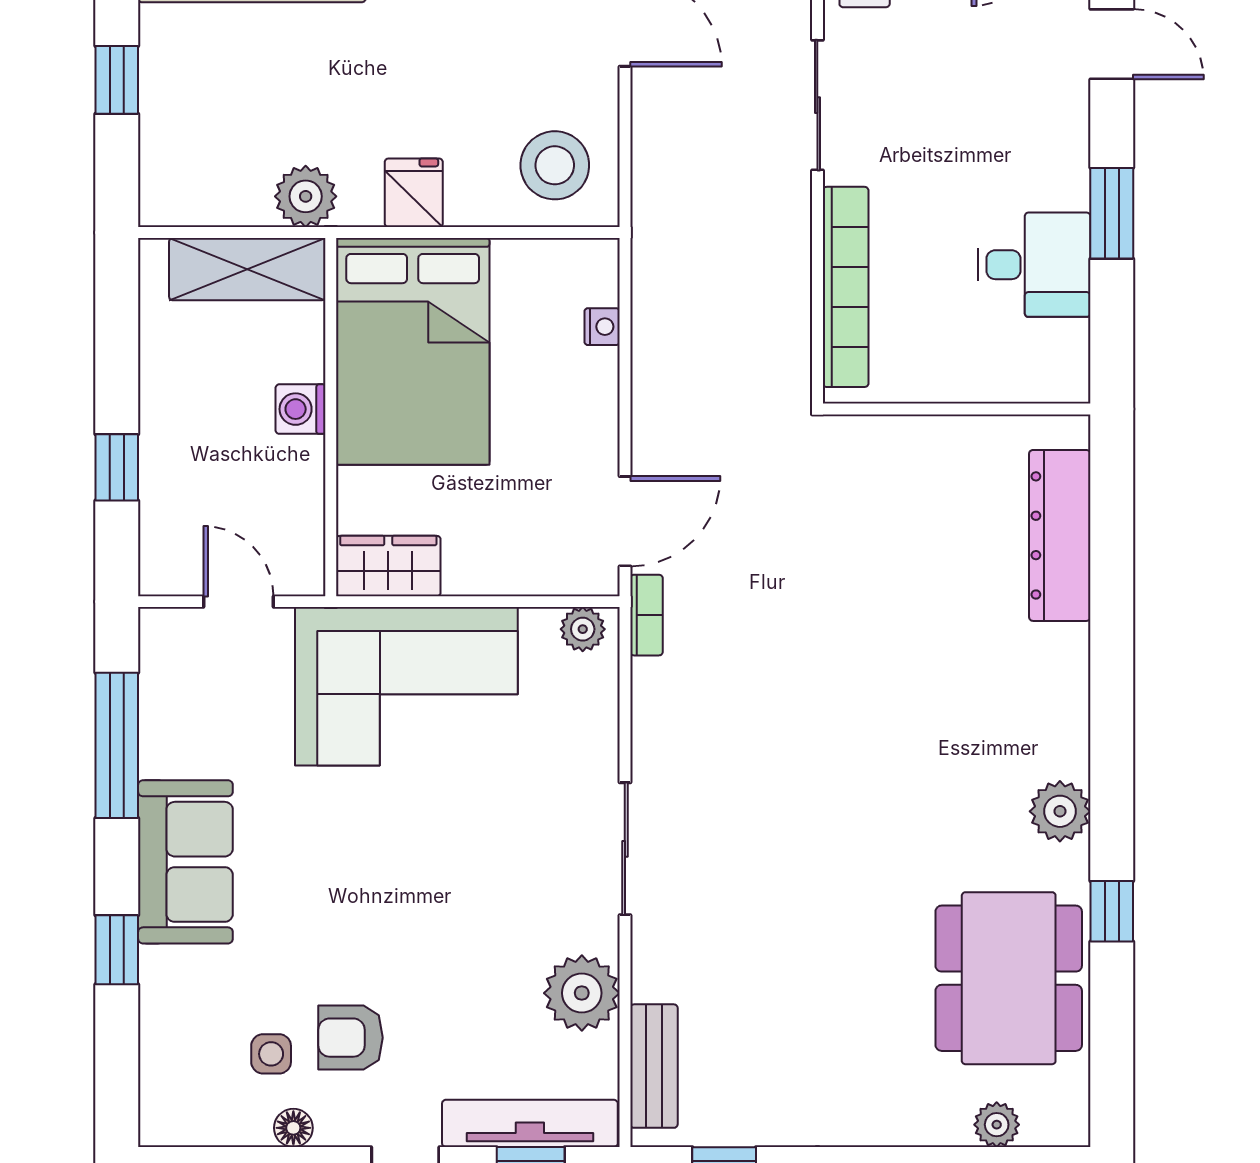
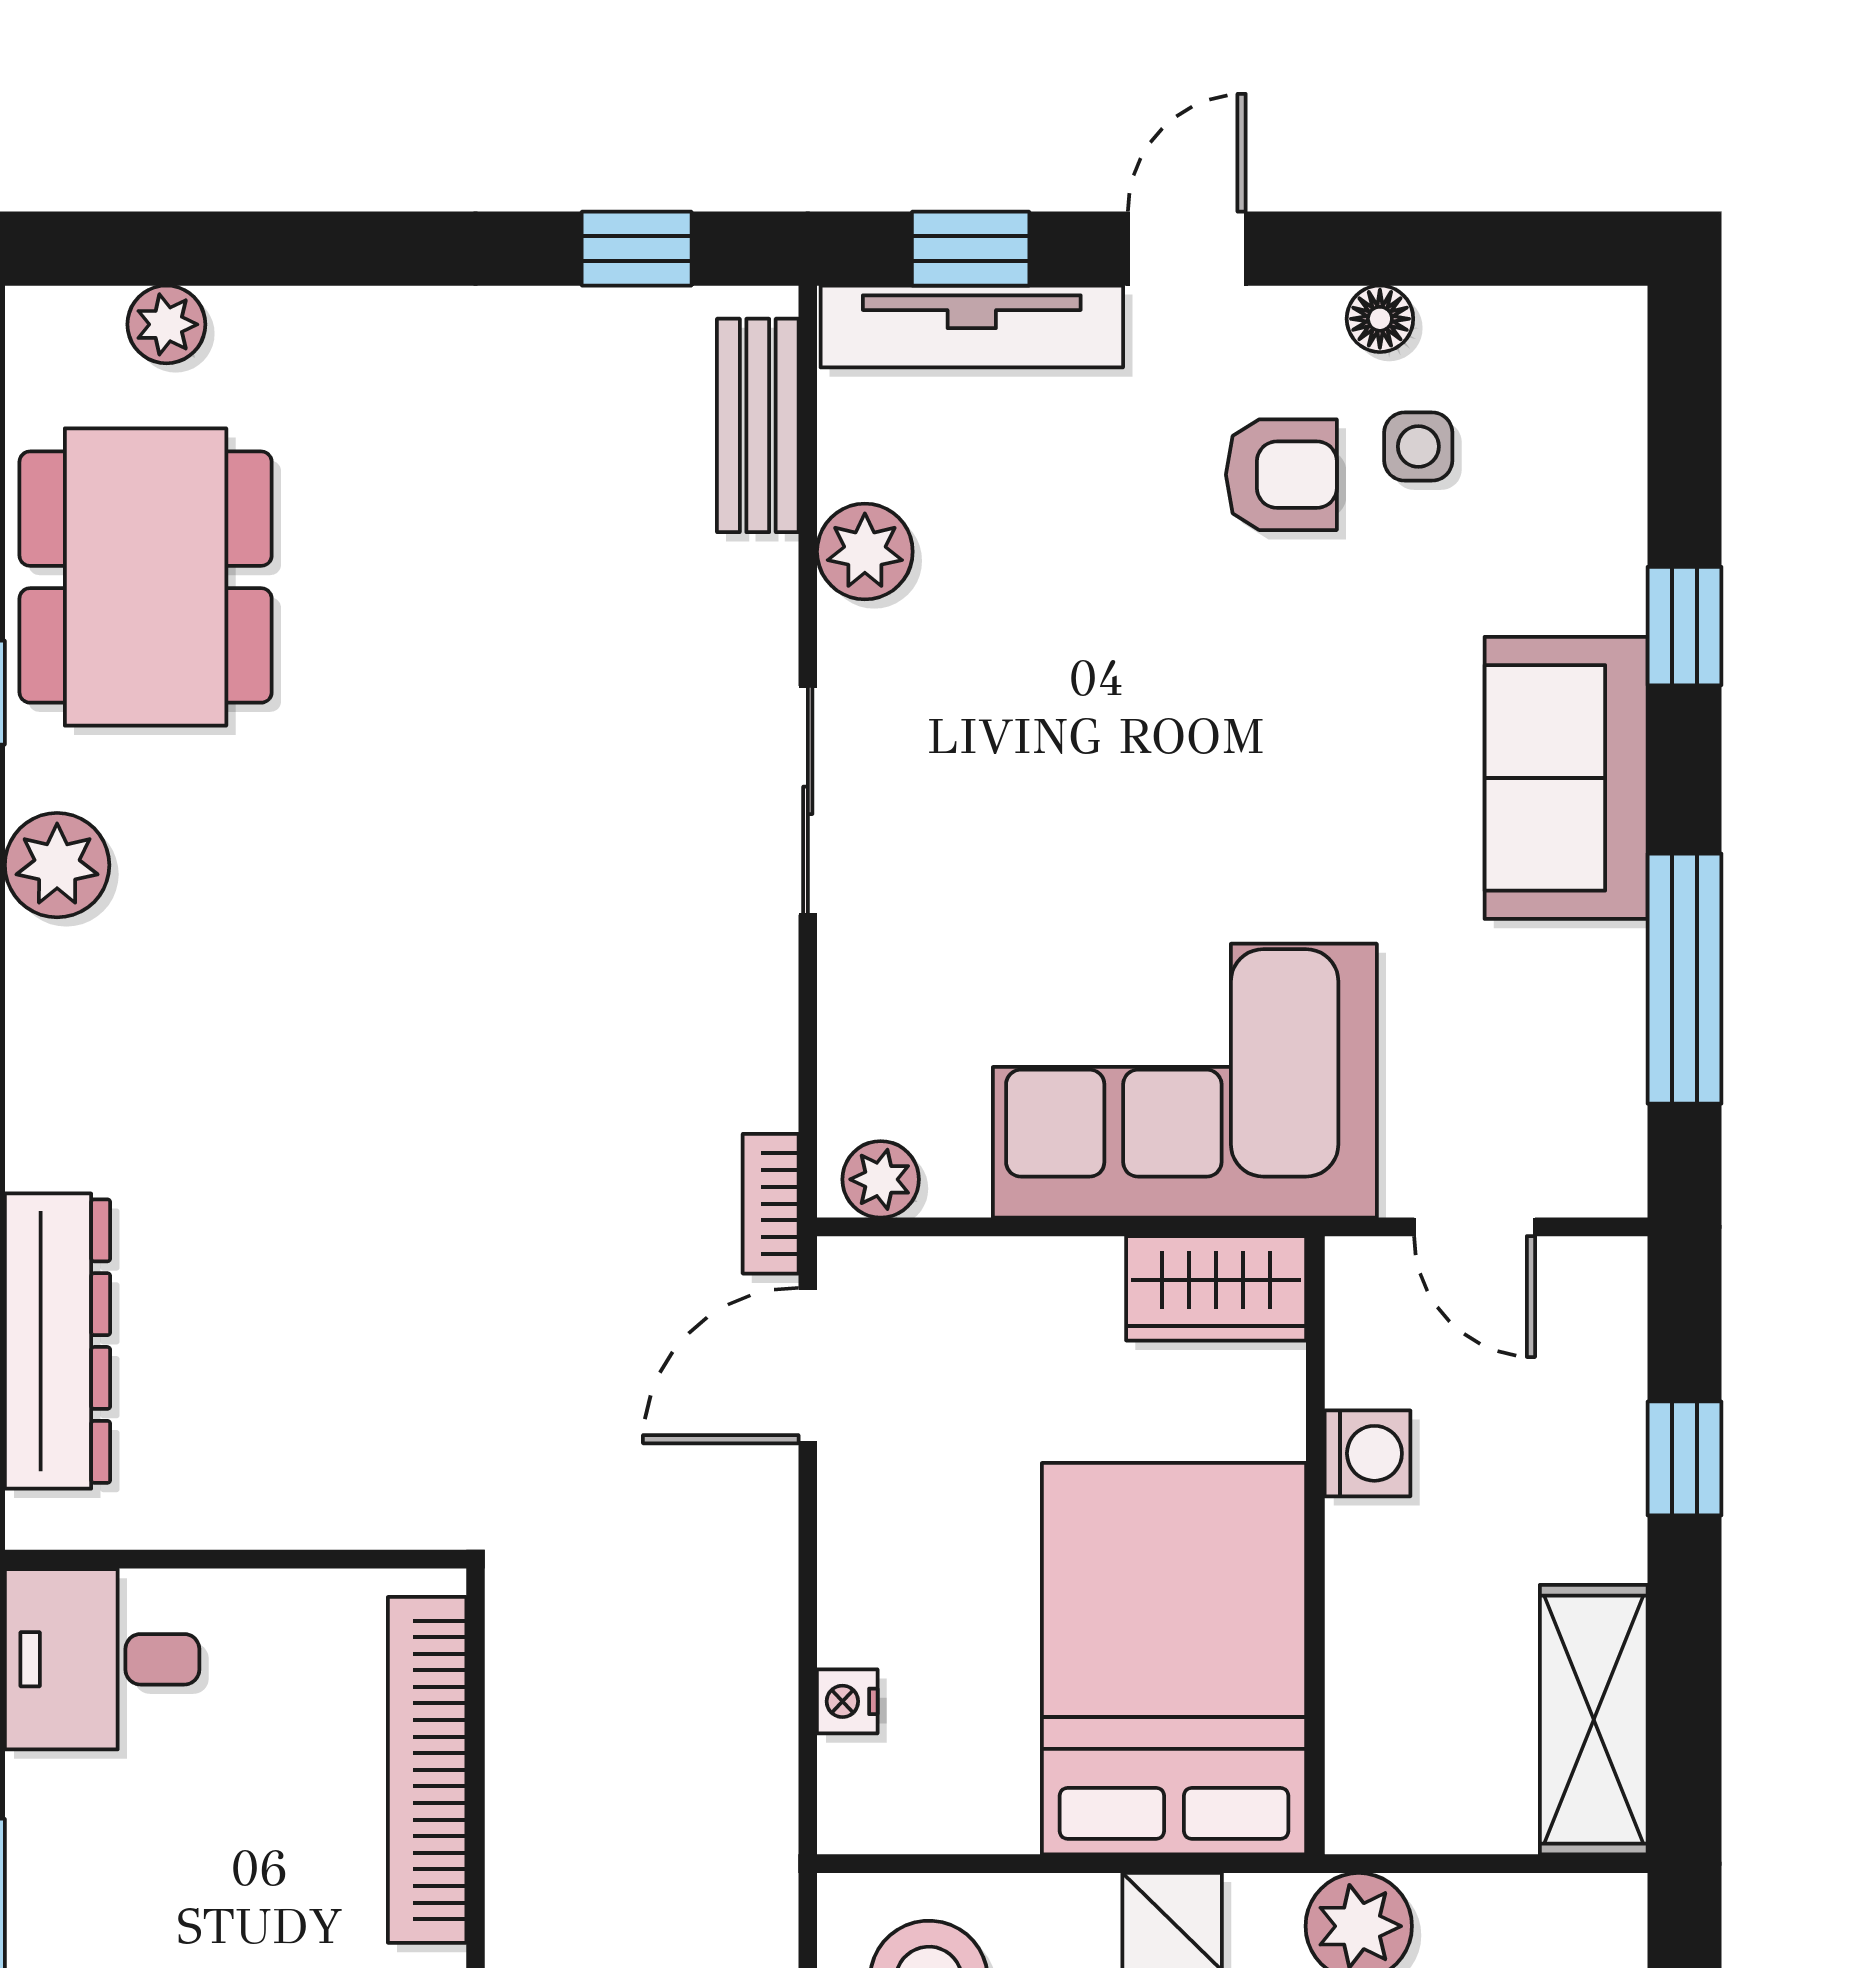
desk: (1034, 265) -> (102, 1659), moved
shelving: (247, 269) -> (1594, 1720), moved, turned 90
washing machine: (301, 409) -> (1368, 1453), moved
plant: (582, 993) -> (865, 552), width x0.73, depth x0.73

